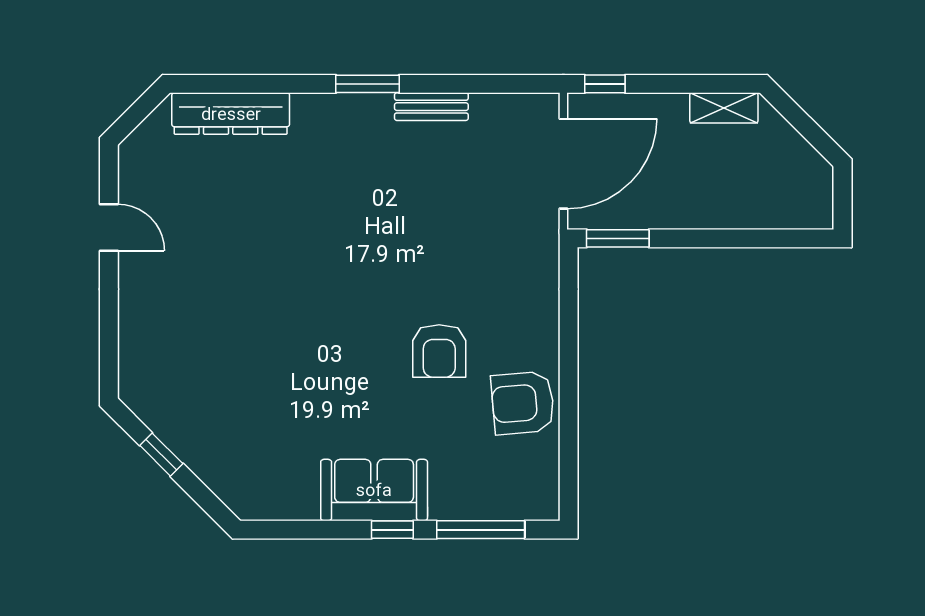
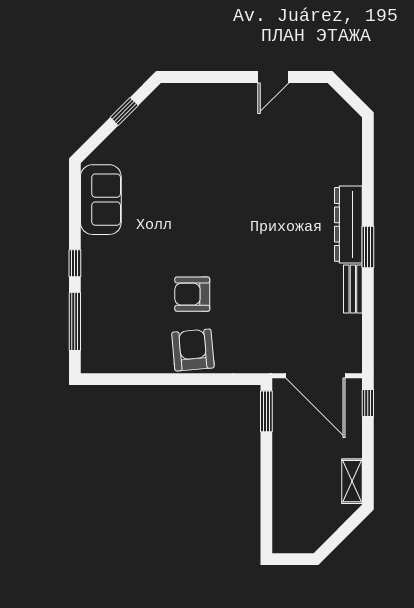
dresser: (231, 114) -> (348, 224), moved
armchair: (523, 403) -> (193, 350), moved
sofa: (374, 490) -> (101, 200), moved

